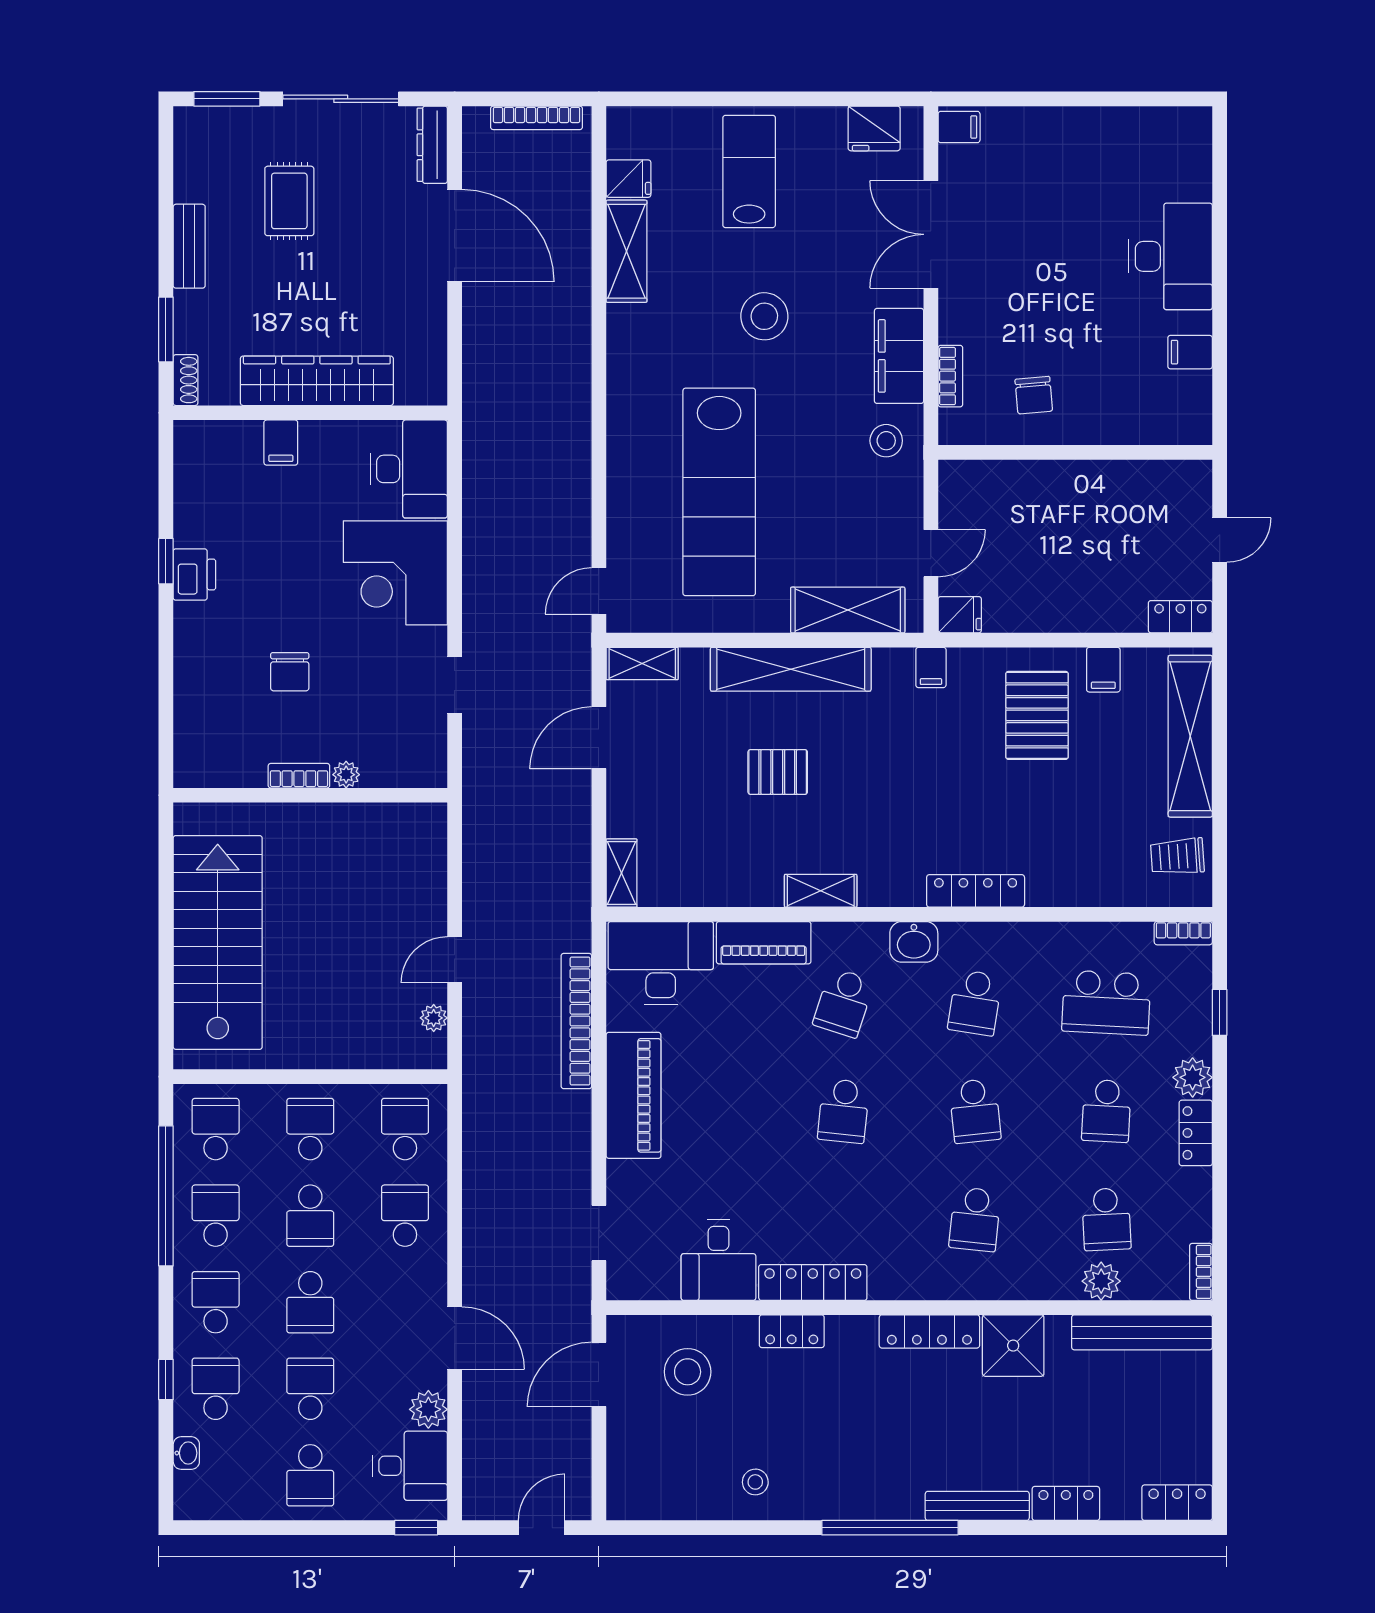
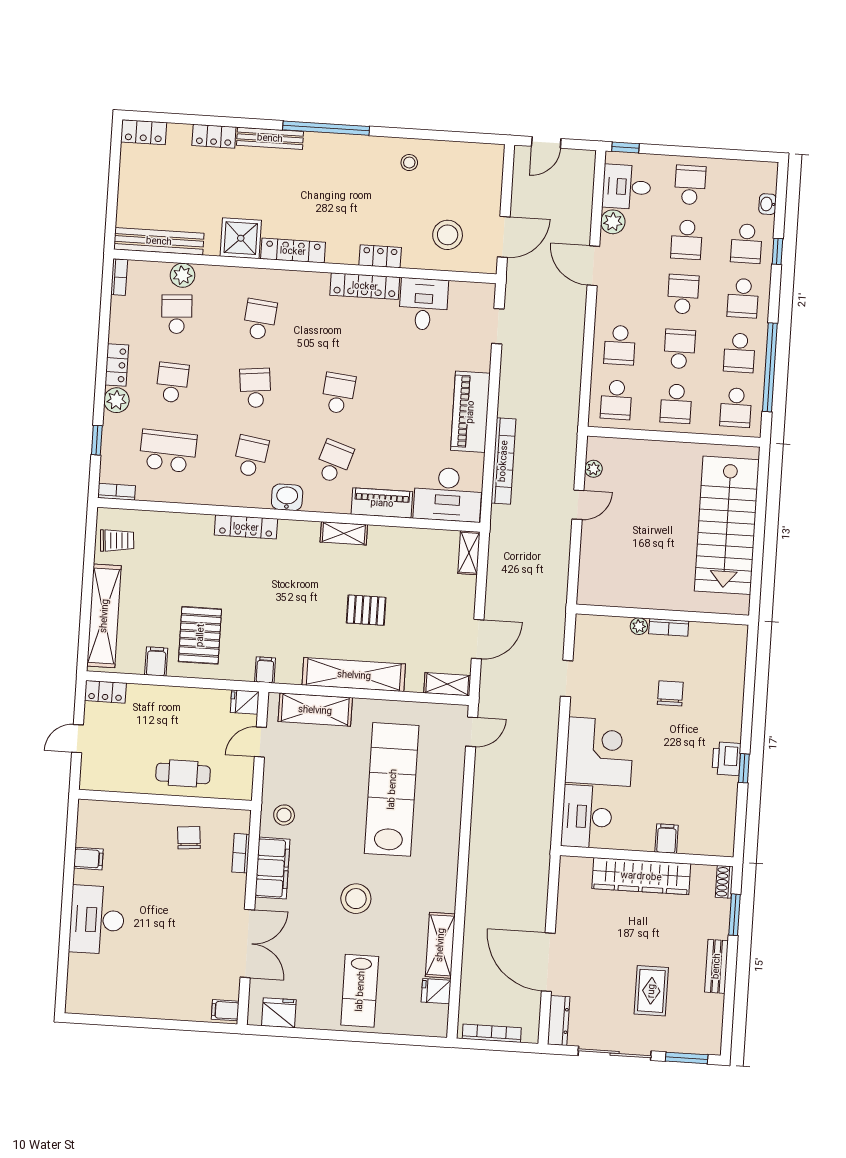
cafe table: (1050, 496) -> (183, 773), added

